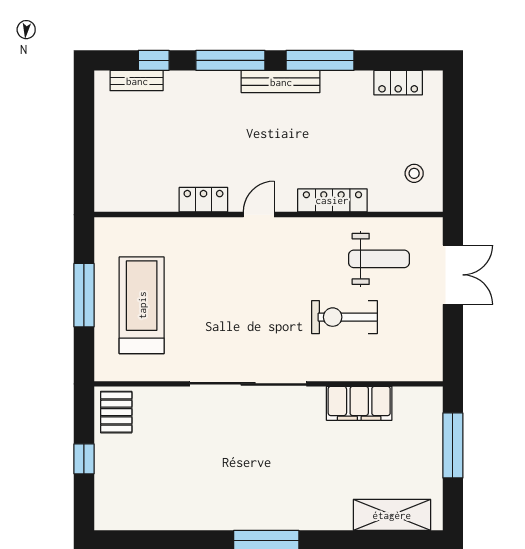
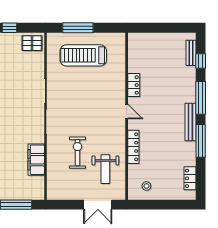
window: (84, 295) -> (78, 28), moved
treadmill: (142, 305) -> (83, 55), turned 180

